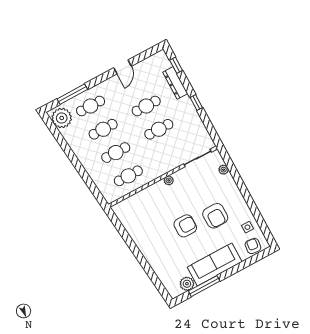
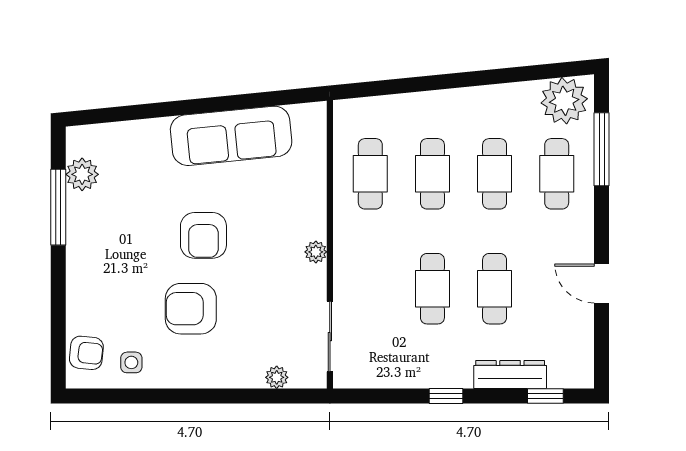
sofa: (215, 264) -> (231, 136), moved, turned 84

